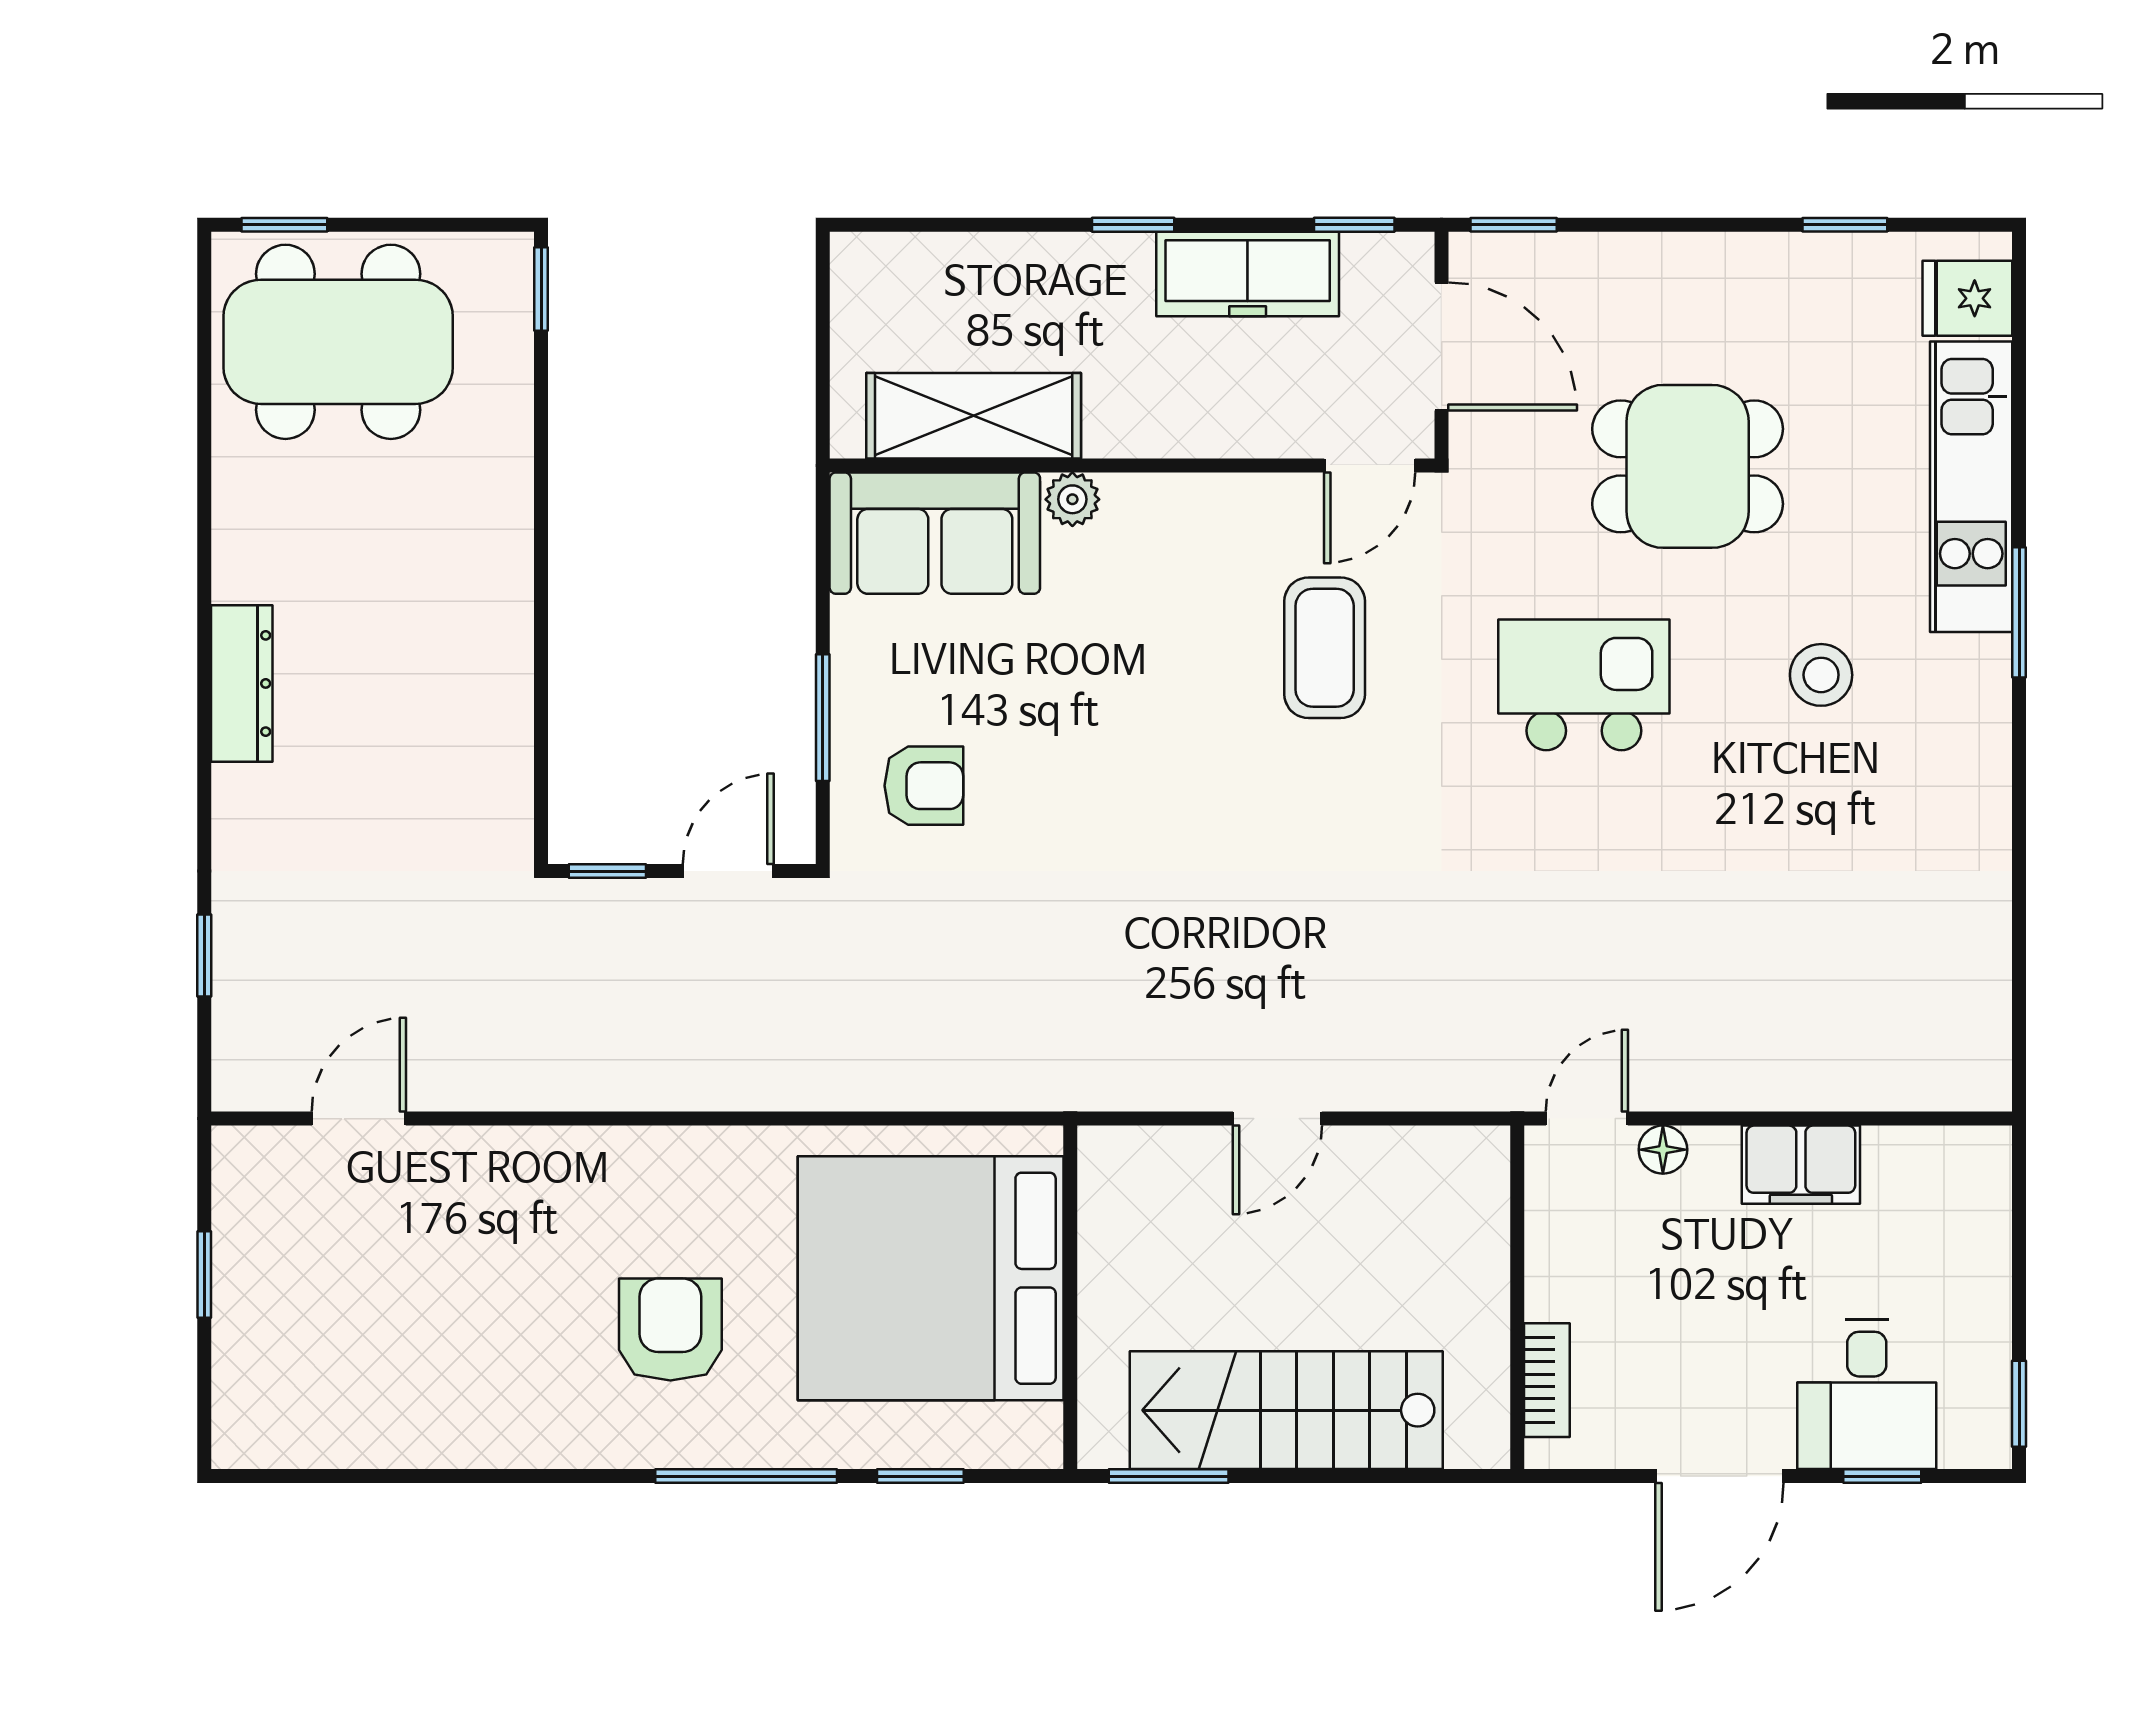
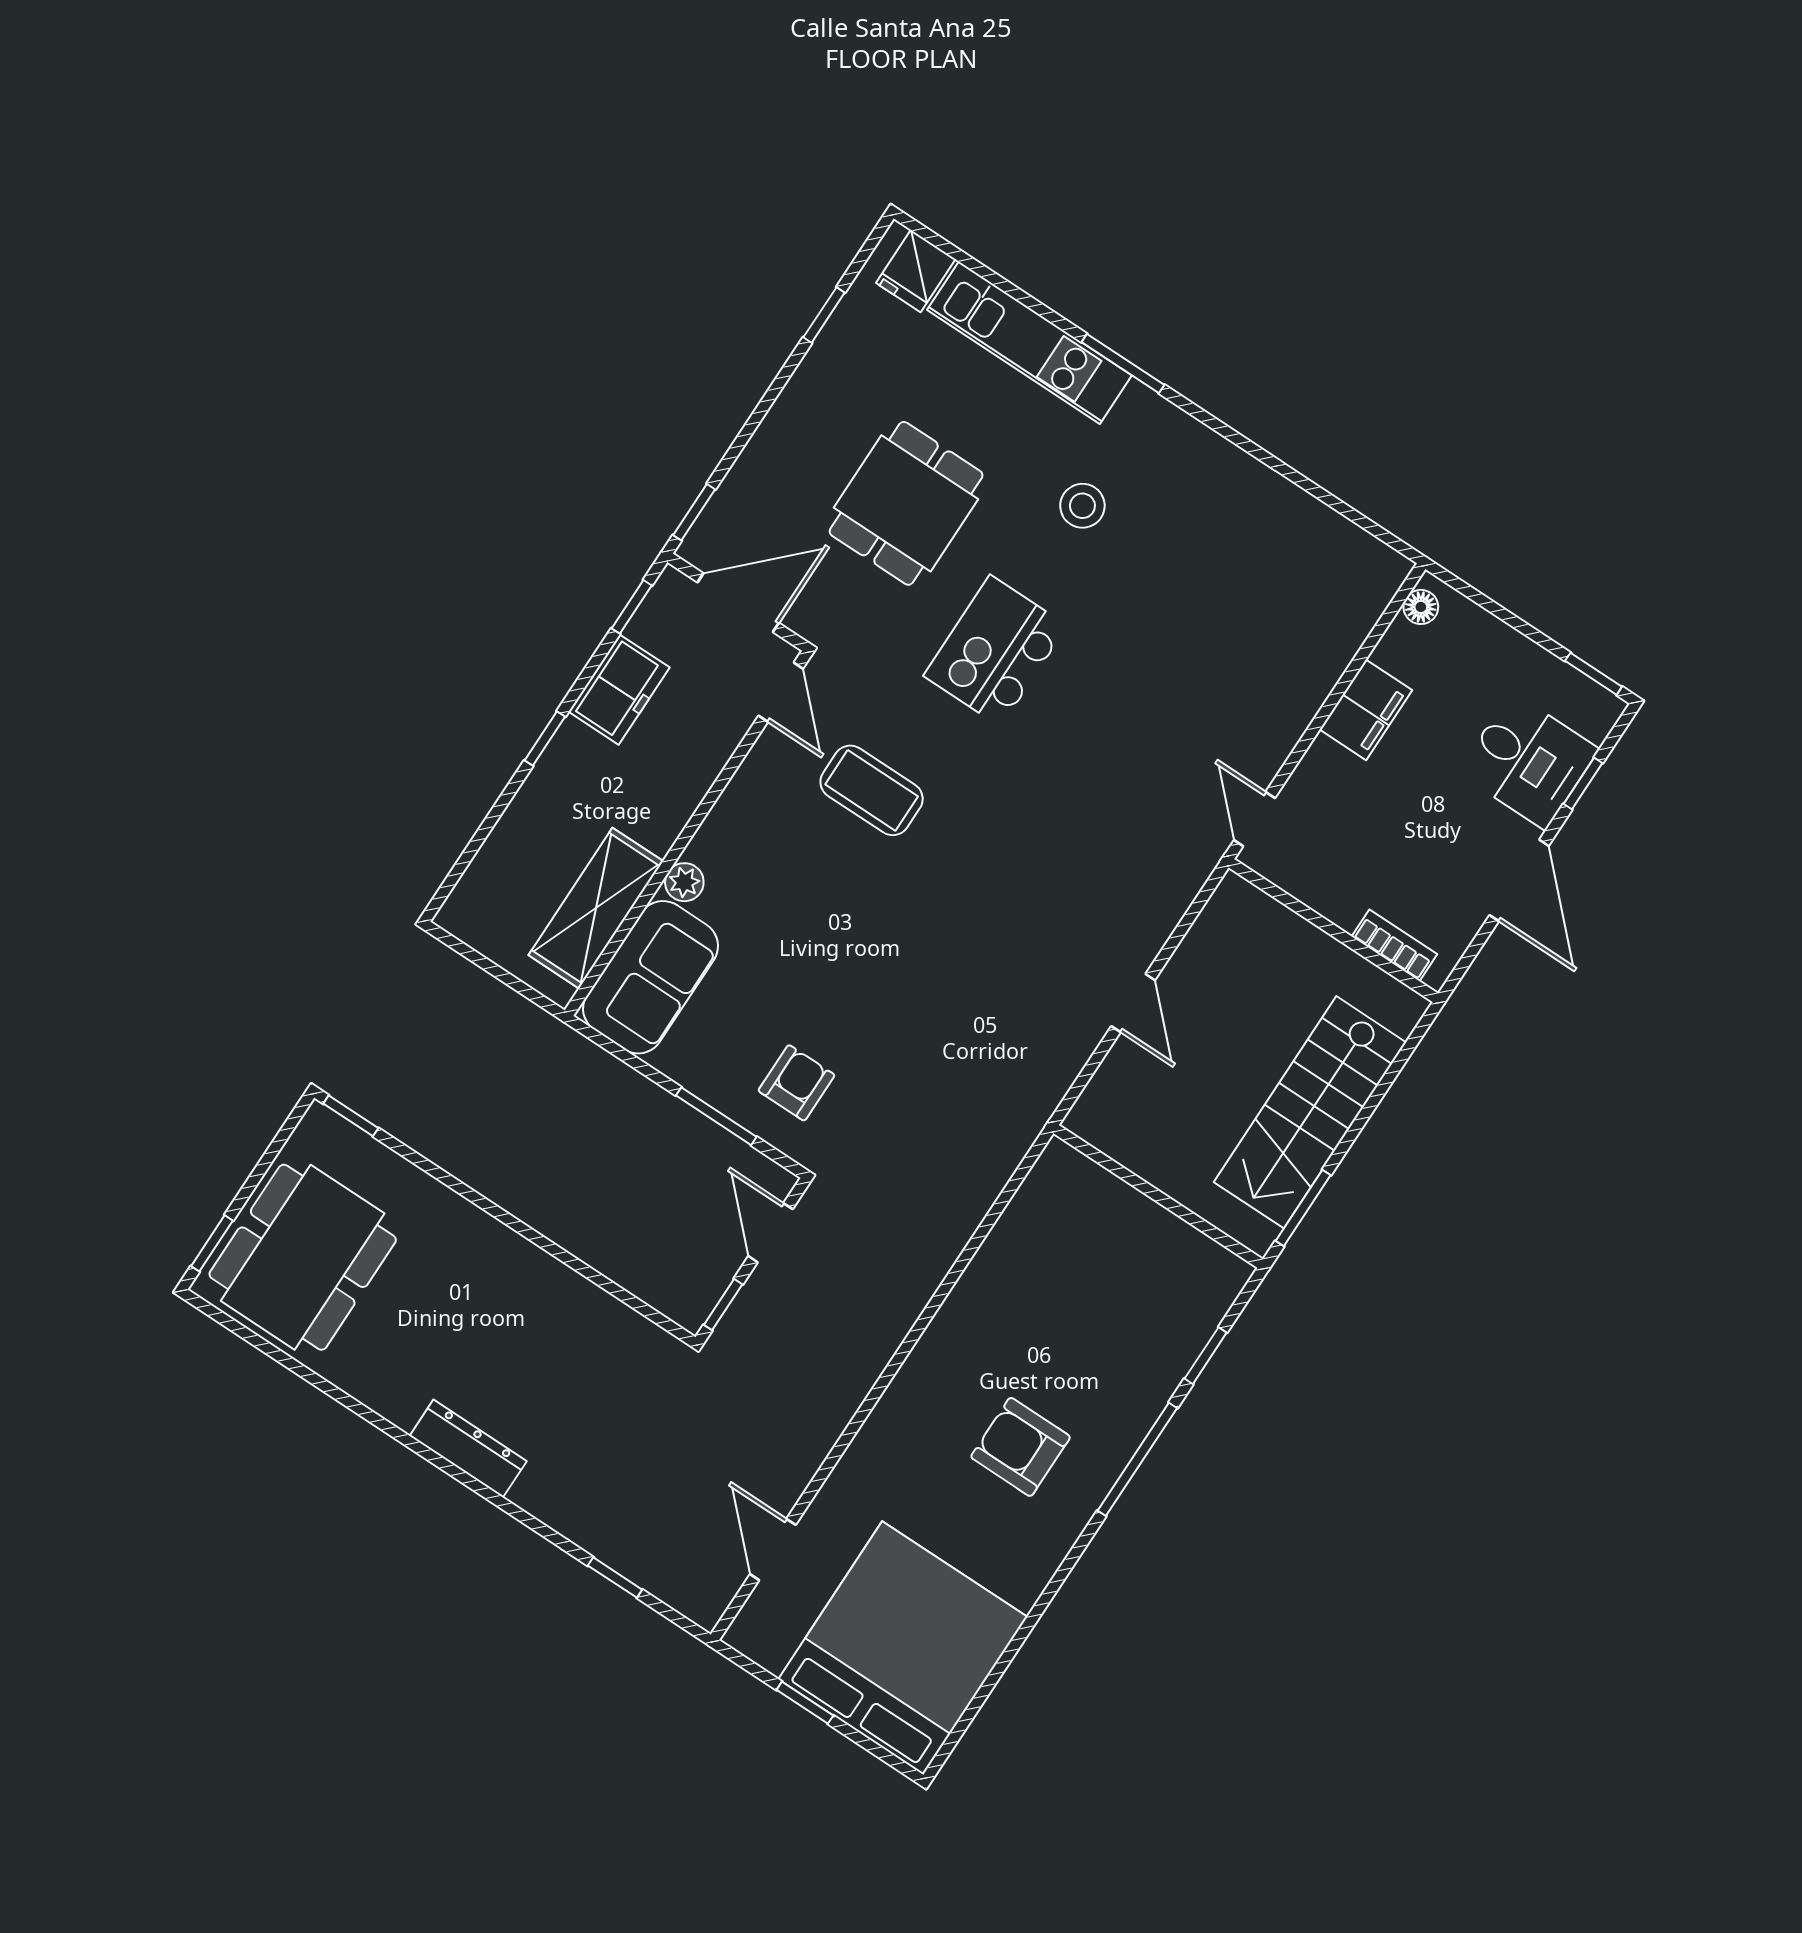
freezer: (1248, 274) -> (619, 690), width x0.71
floor lamp: (1663, 1150) -> (1421, 607), moved
bed: (931, 1278) -> (903, 1648), moved, turned 180

